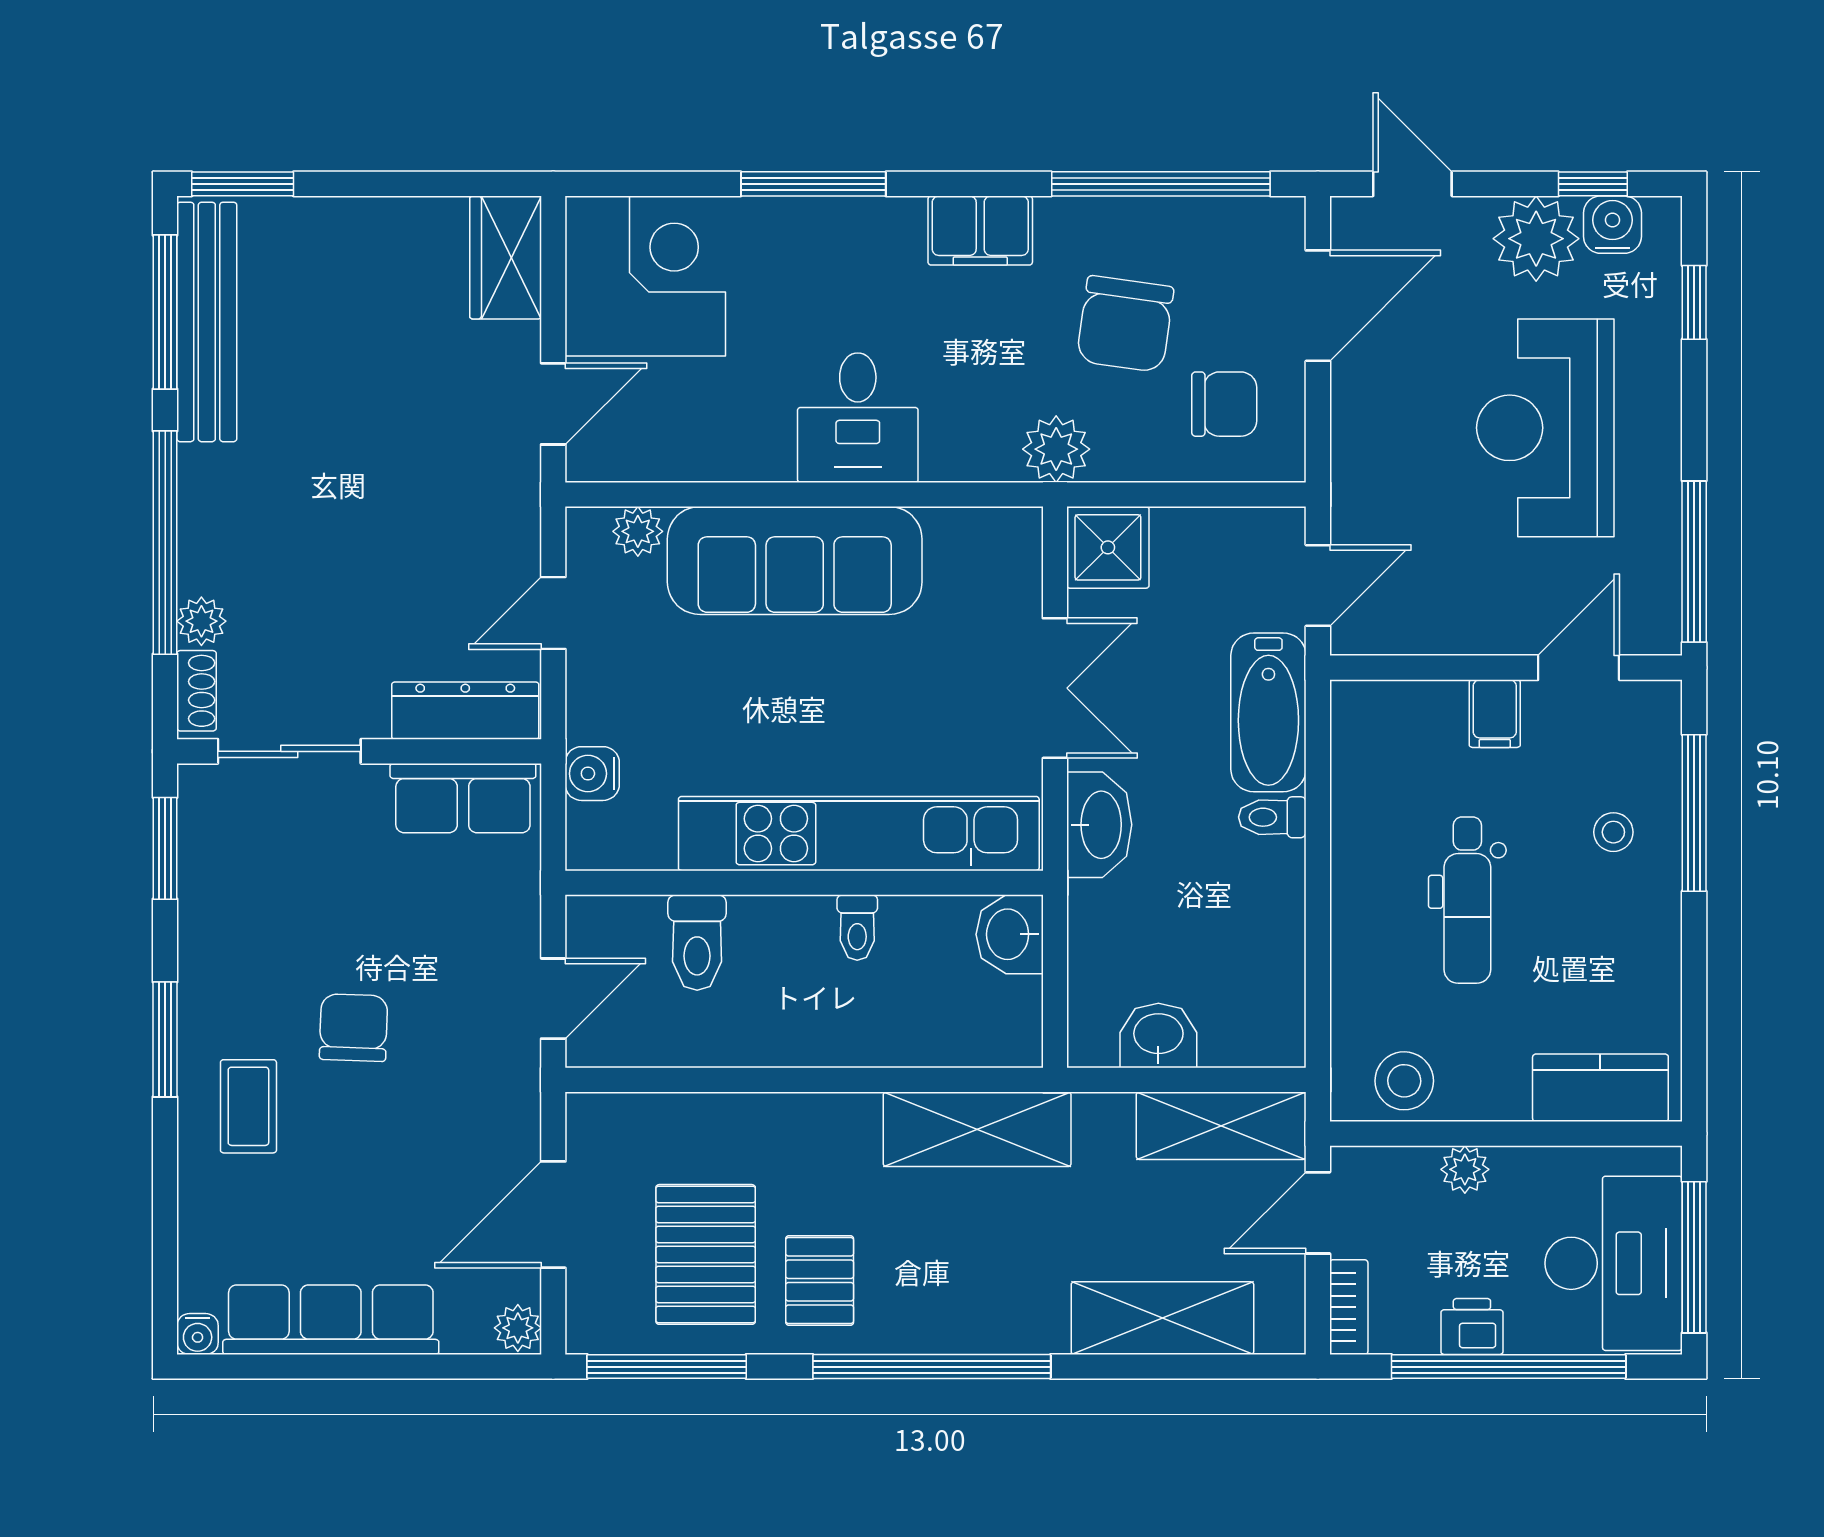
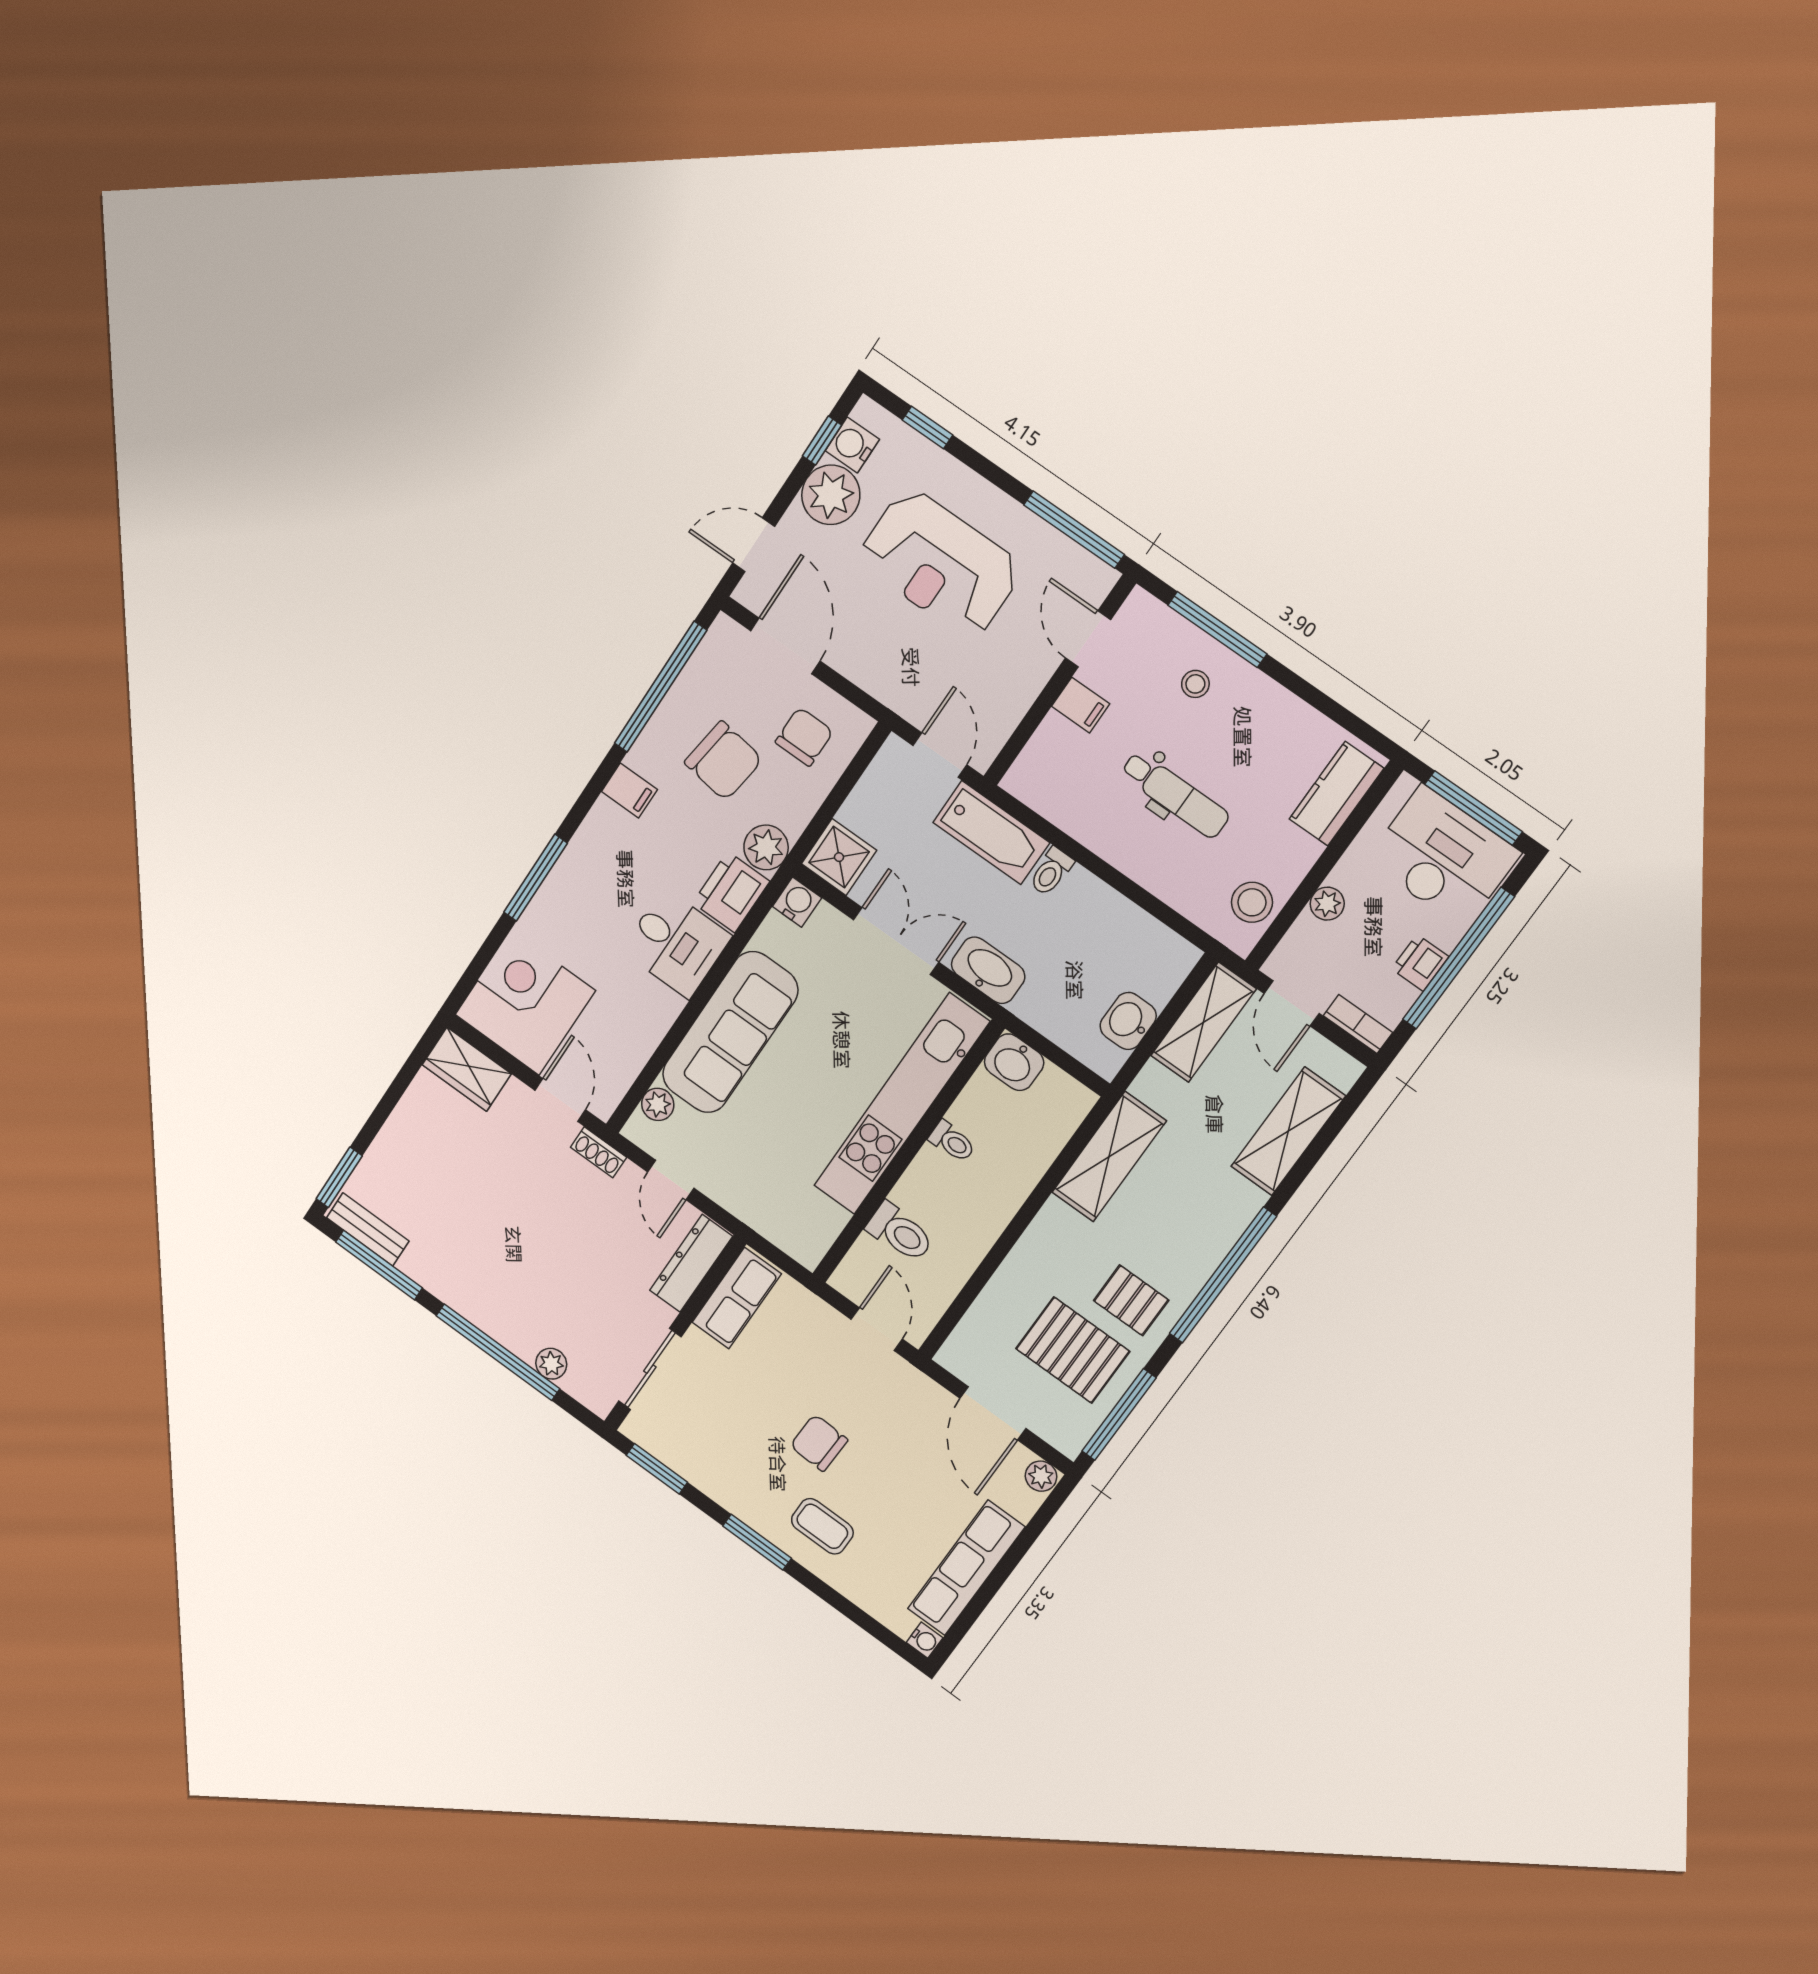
filing cabinet: (980, 231) -> (629, 791), width x0.50
bench: (207, 322) -> (368, 1229), width x0.54, depth x0.82
printer: (970, 443) -> (731, 892), added
shoe rack: (197, 691) -> (599, 1152), moved, turned 180
water cooler: (592, 774) -> (797, 902), moved, turned 180

